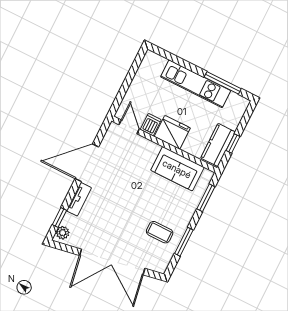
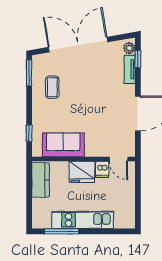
window: (233, 143) -> (29, 187), removed
window: (206, 198) -> (29, 133), width x0.67
tv unit: (79, 199) -> (130, 69), moved
coffee table: (160, 232) -> (52, 87), turned 90
window: (184, 242) -> (29, 73), moved

